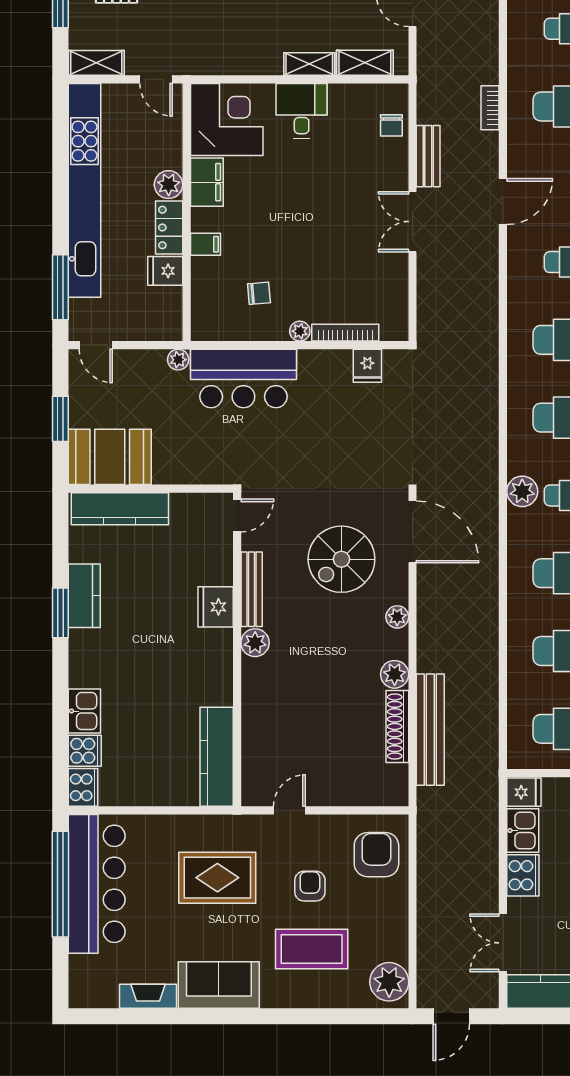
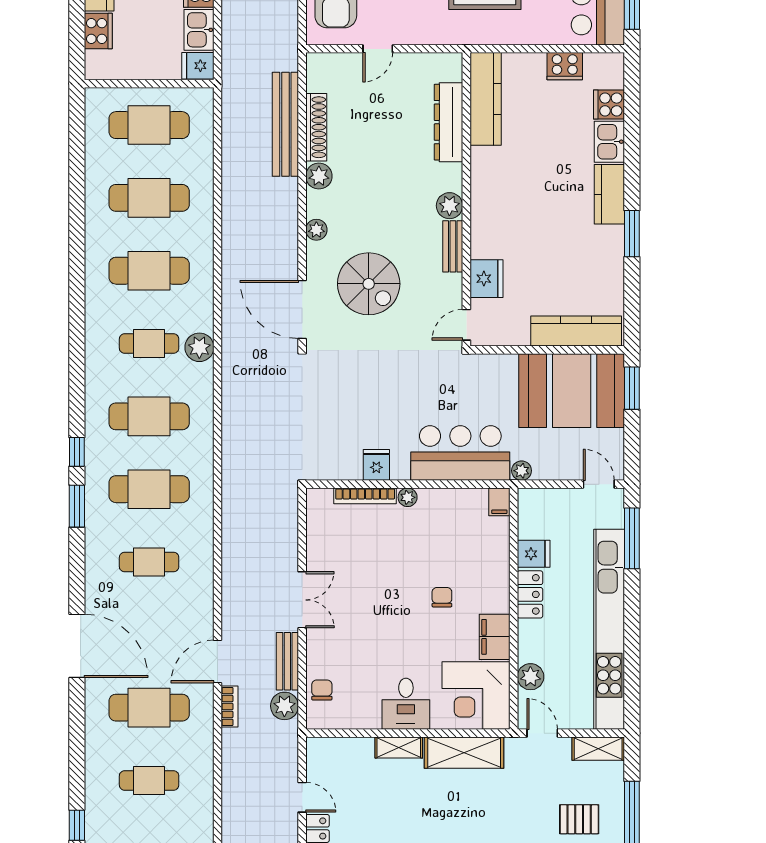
shelving: (365, 63) -> (464, 753), moved, width x1.50, depth x1.33
plant: (431, 108) -> (284, 706), added
plant: (169, 185) -> (530, 677), moved
door: (503, 201) -> (217, 661), moved
filing cabinet: (206, 244) -> (499, 502), moved, turned -90
chair: (259, 293) -> (442, 597), moved, turned 95
fridge: (367, 366) -> (376, 465), moved
window: (60, 419) -> (632, 388), moved
booth: (110, 457) -> (572, 391), width x1.36, depth x1.42
spiral stairs: (341, 559) -> (369, 284), turned 90
bench: (252, 589) -> (453, 246), width x0.73
kitchen counter: (84, 596) -> (609, 194), moved
fridge: (216, 607) -> (486, 279), moved
dresser: (256, 732) -> (448, 122), added
cooker: (83, 787) -> (565, 66), moved, turned -90
door: (289, 810) -> (378, 49), moved

